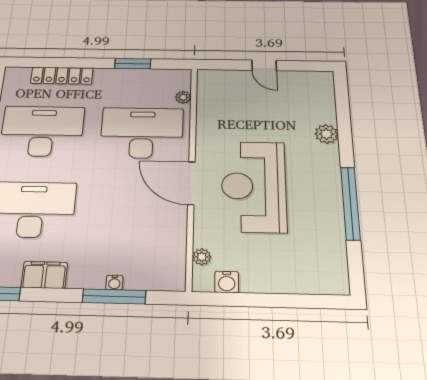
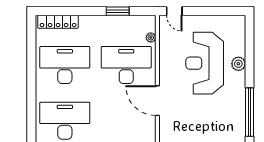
door: (264, 65) -> (174, 11), moved
locker: (62, 76) -> (58, 22), moved
reception desk: (254, 186) -> (205, 63), moved

